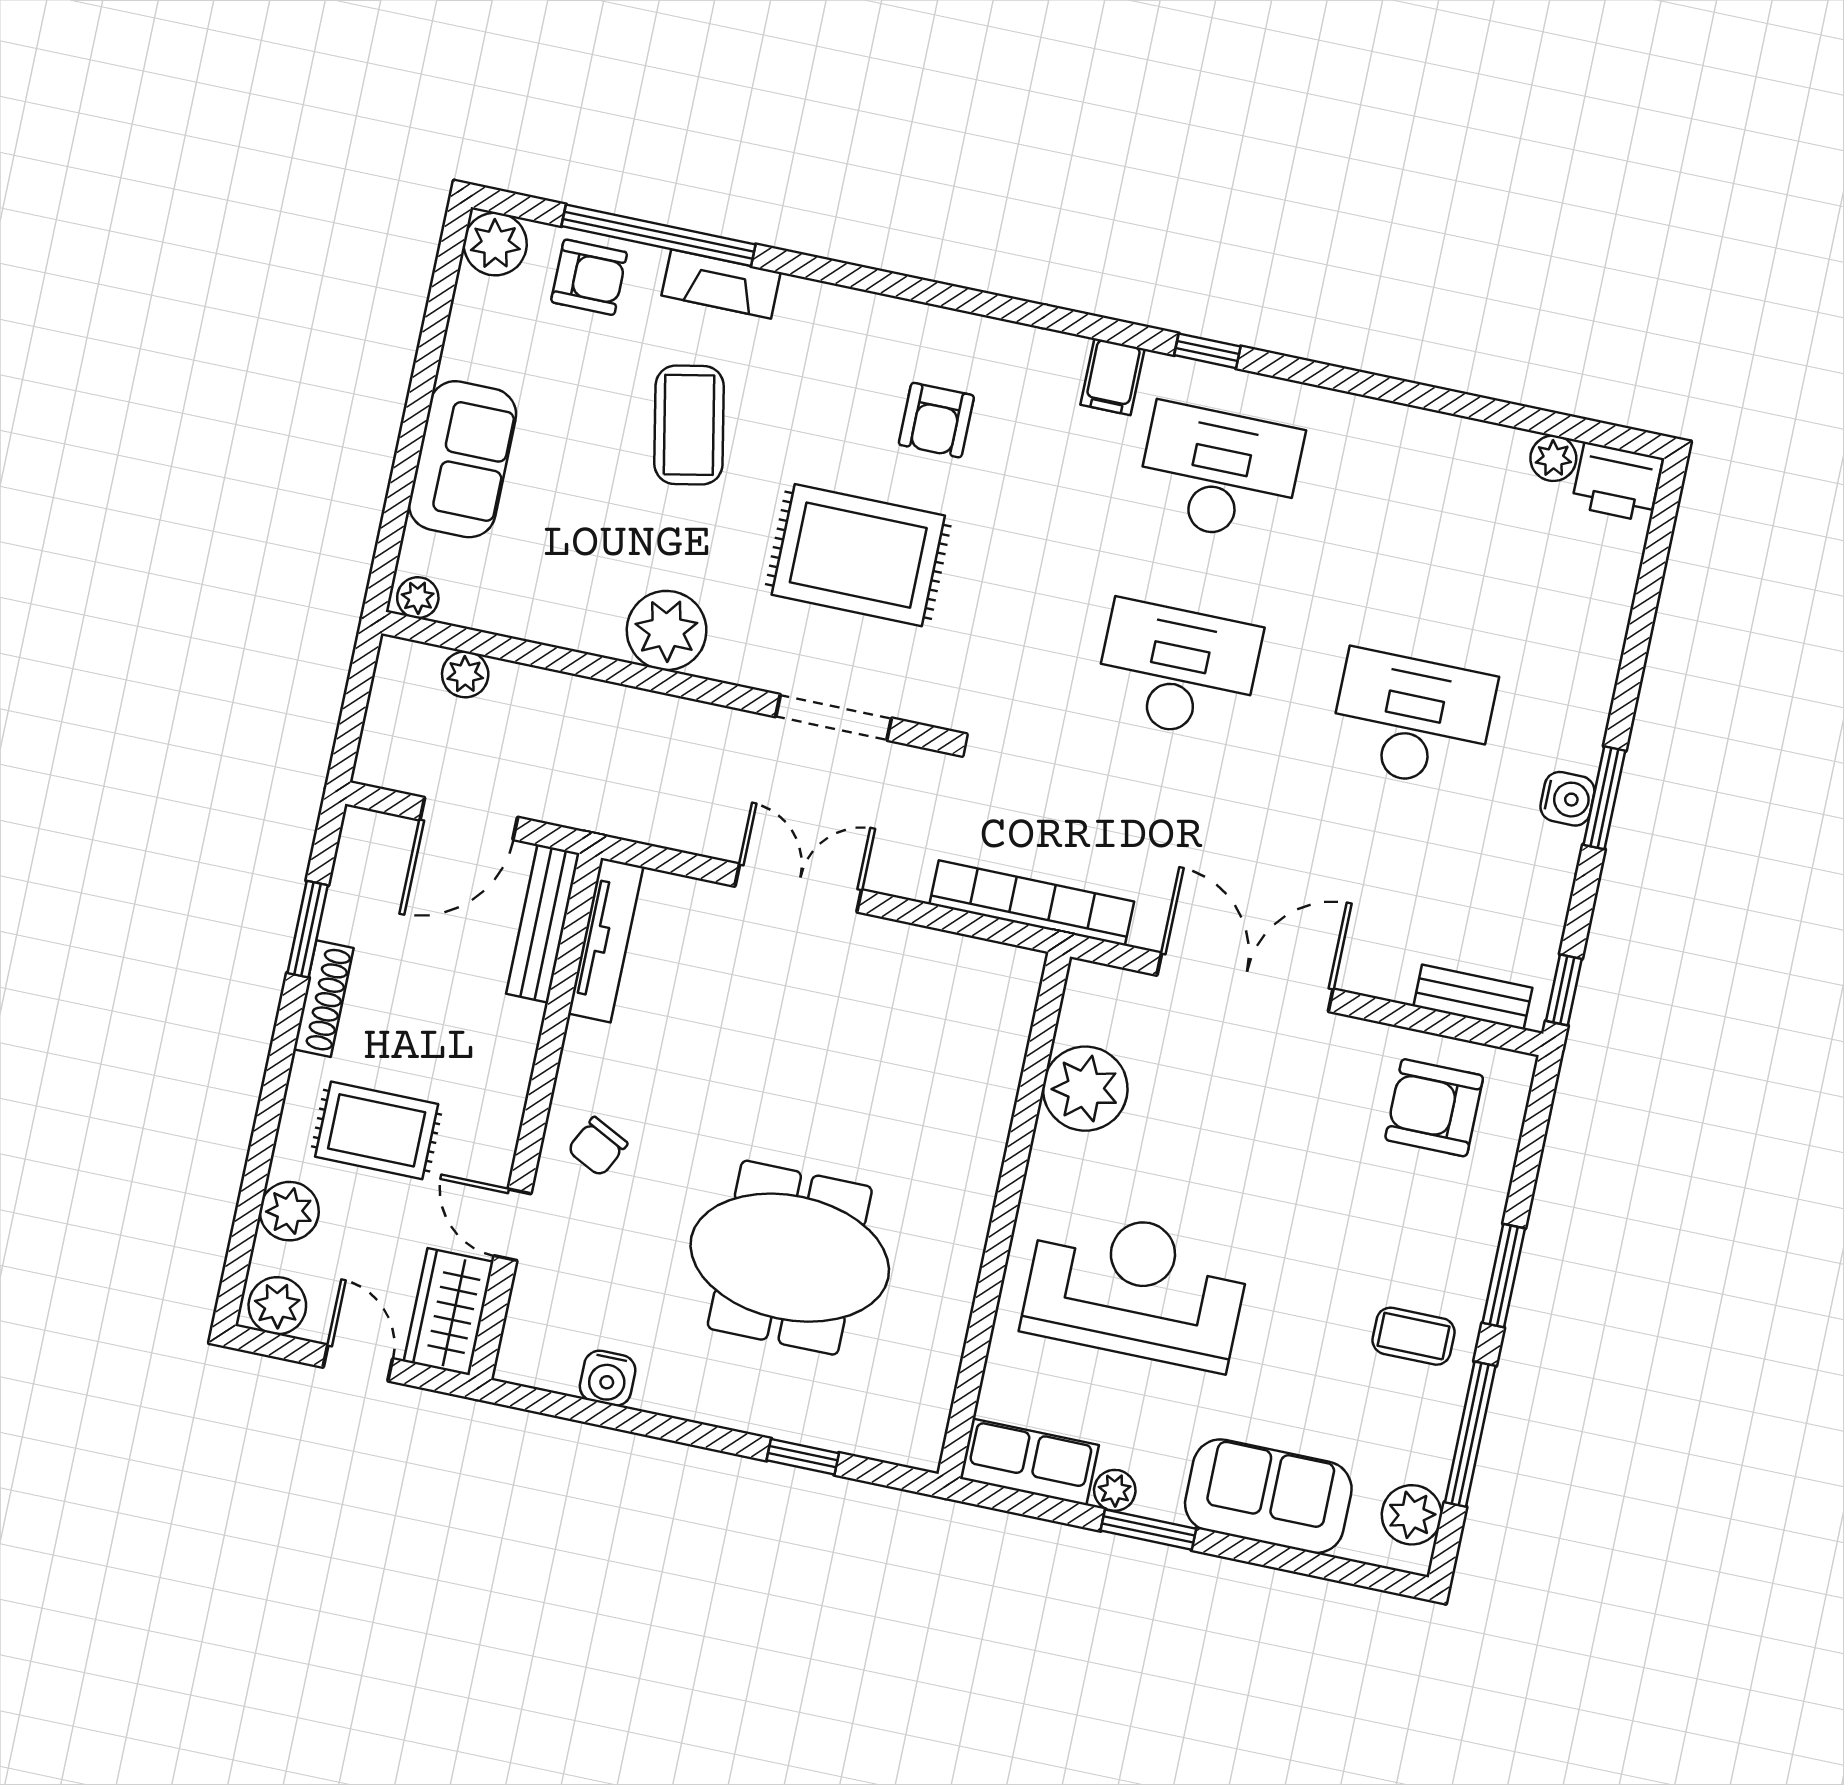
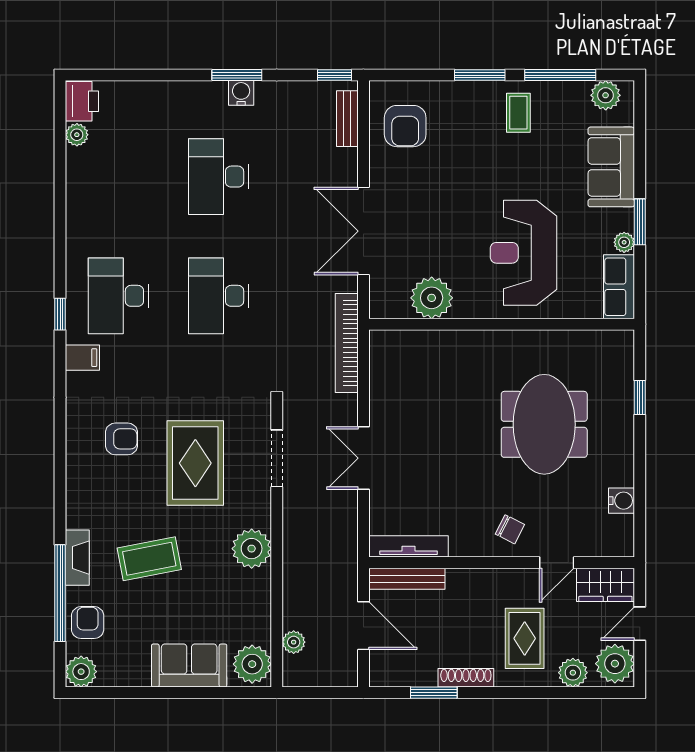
plant: (418, 598) -> (252, 664), width x1.87, depth x1.87
plant: (277, 1306) -> (615, 664), width x1.36, depth x1.36

